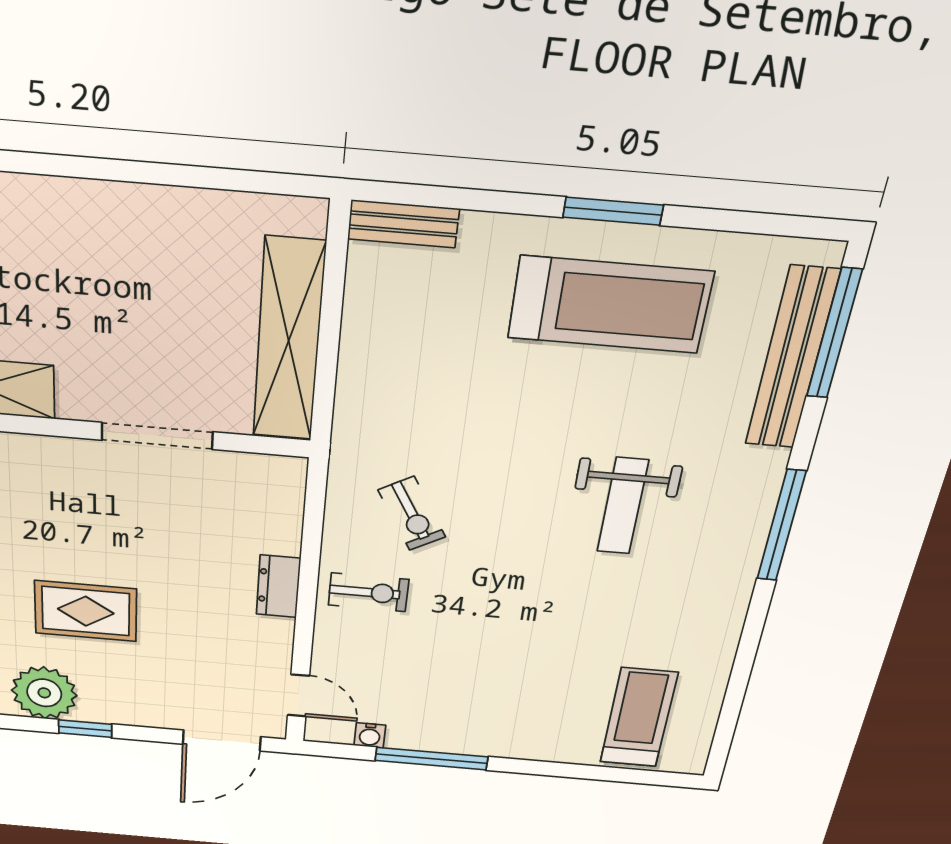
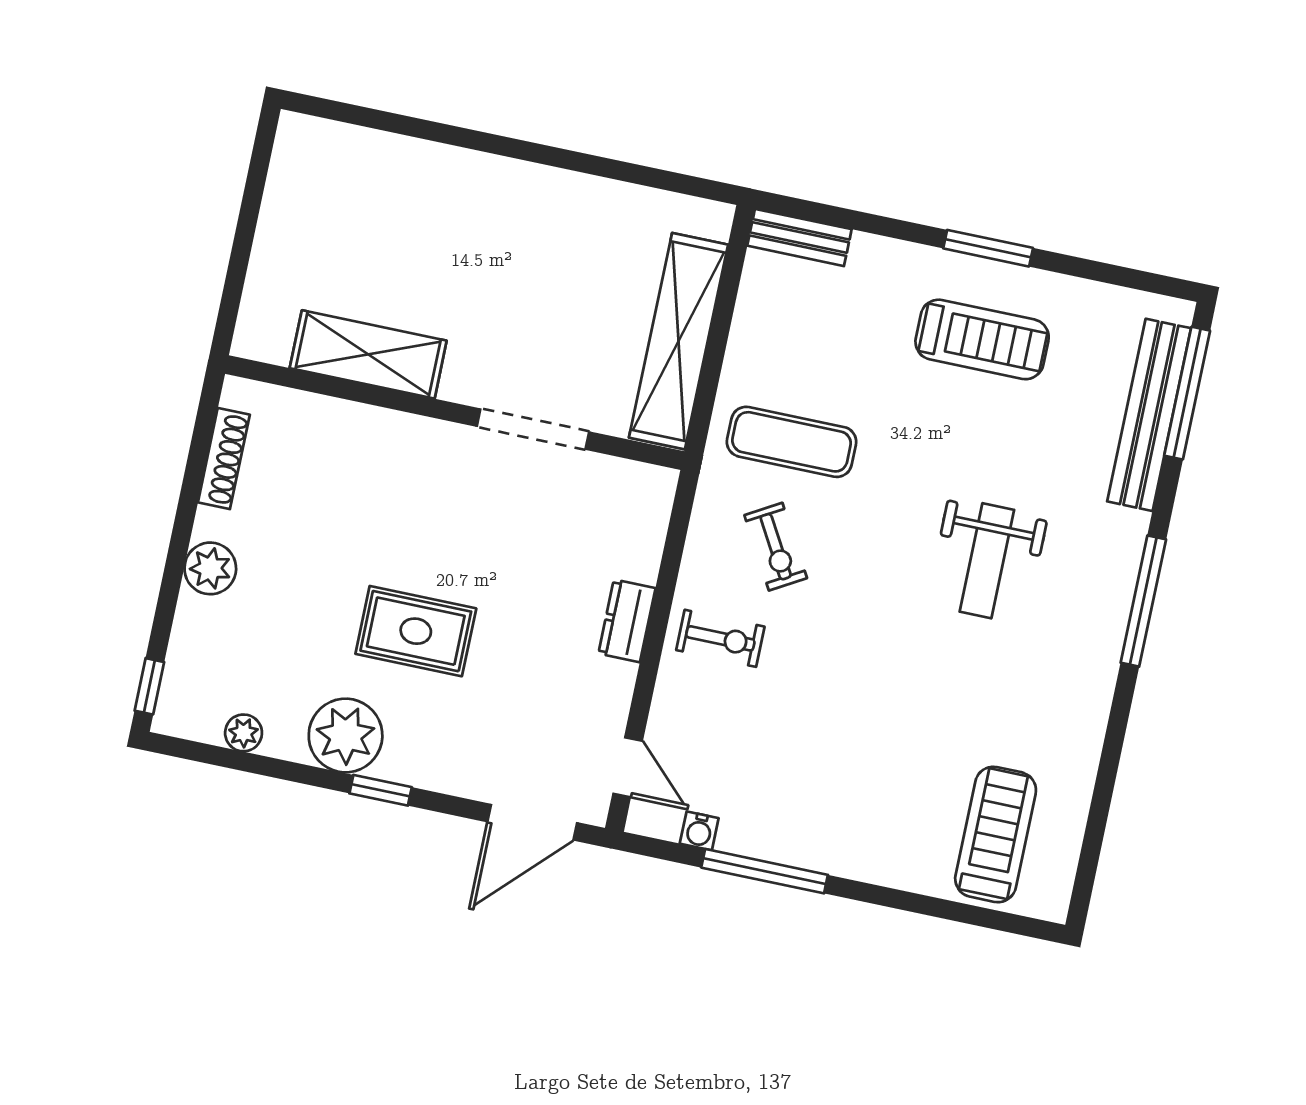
treadmill: (610, 305) -> (982, 339), width x0.73, depth x0.73
exercise mat: (417, 421) -> (792, 442), added

